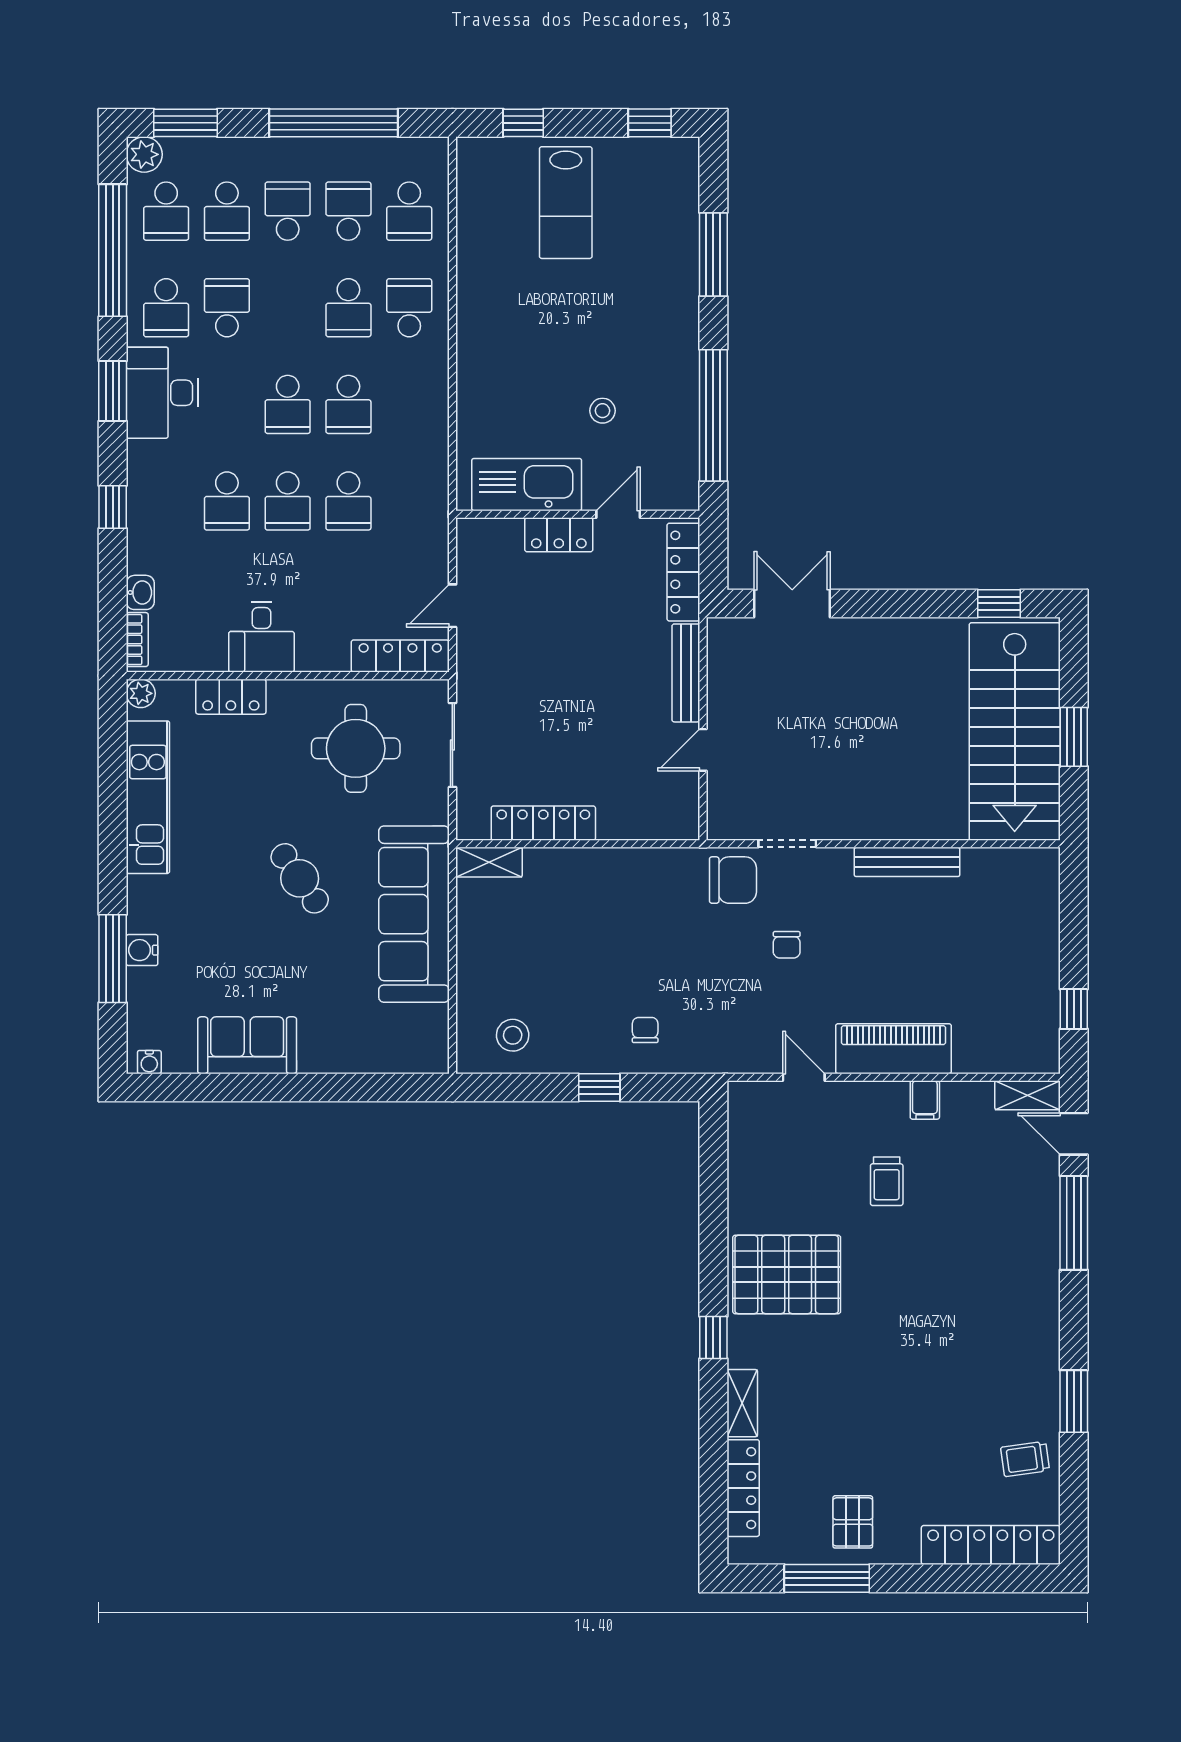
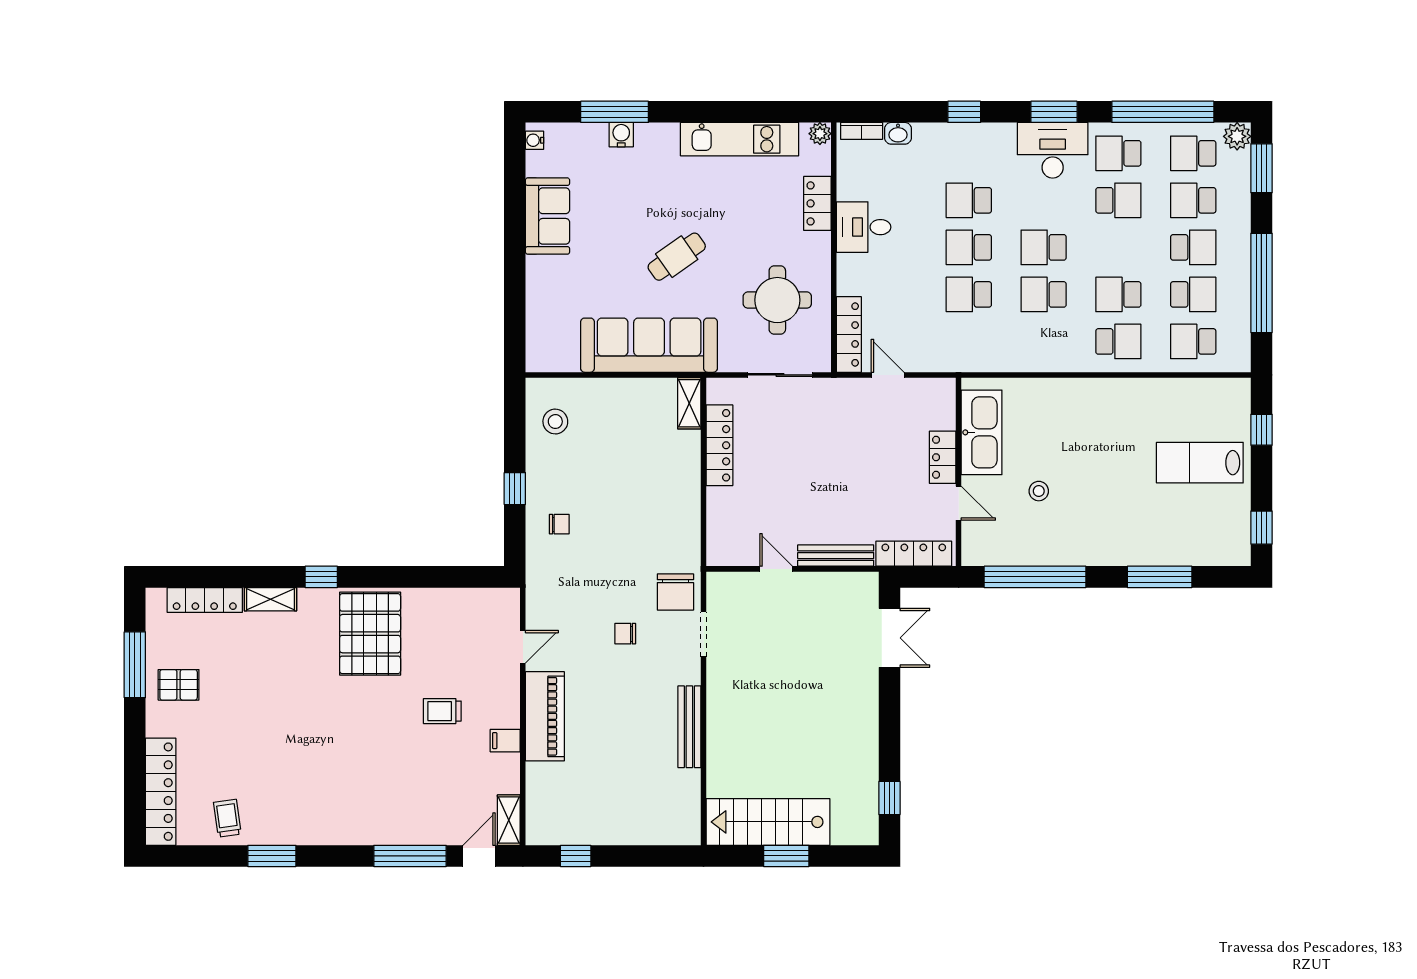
stairs: (1015, 731) -> (768, 822), width x0.73, depth x0.66

